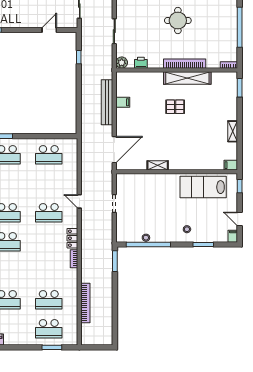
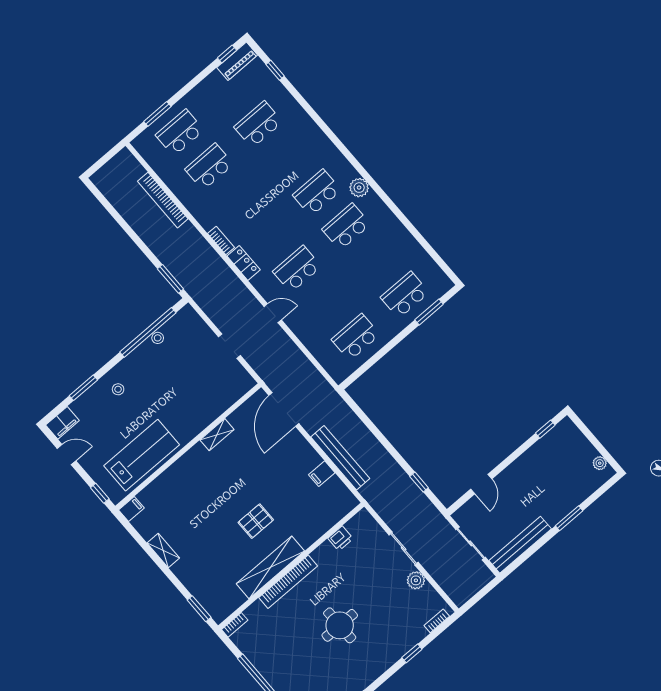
plant: (122, 63) -> (416, 580), moved
filing cabinet: (233, 236) -> (62, 423), width x2.00

